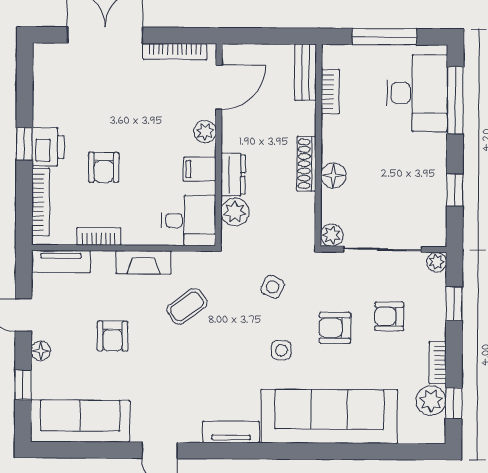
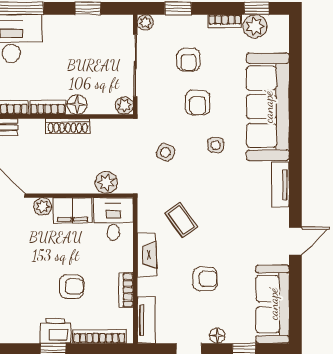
bookcase: (330, 138) -> (48, 107), added
filing cabinet: (200, 169) -> (72, 211), width x2.00
dresser: (233, 175) -> (77, 184), removed

